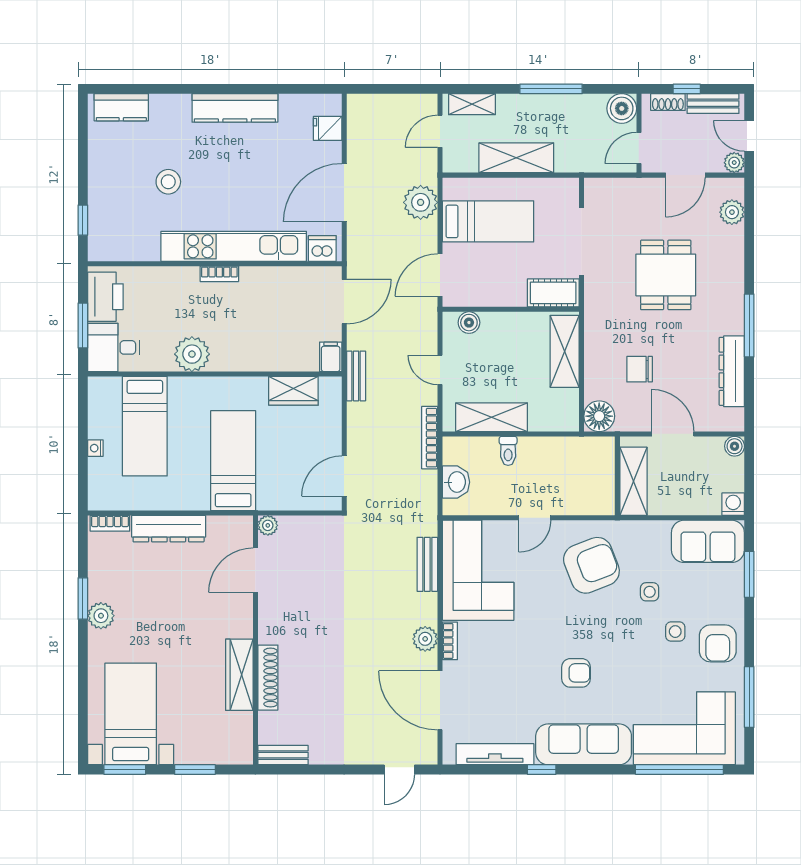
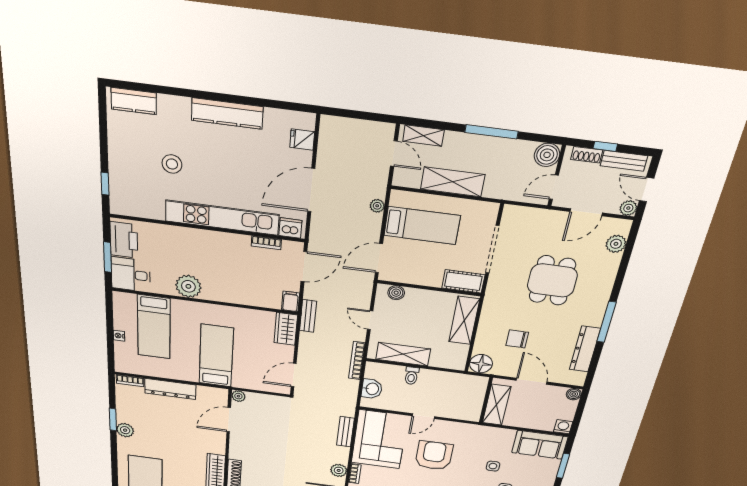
door: (440, 131) -> (394, 154), swing flipped
plant: (421, 202) -> (377, 206), width x0.53, depth x0.53
bookcase: (219, 274) -> (266, 243), moved
wardrobe: (293, 391) -> (286, 329), moved, turned 90
armchair: (591, 565) -> (434, 456), moved, turned -69

